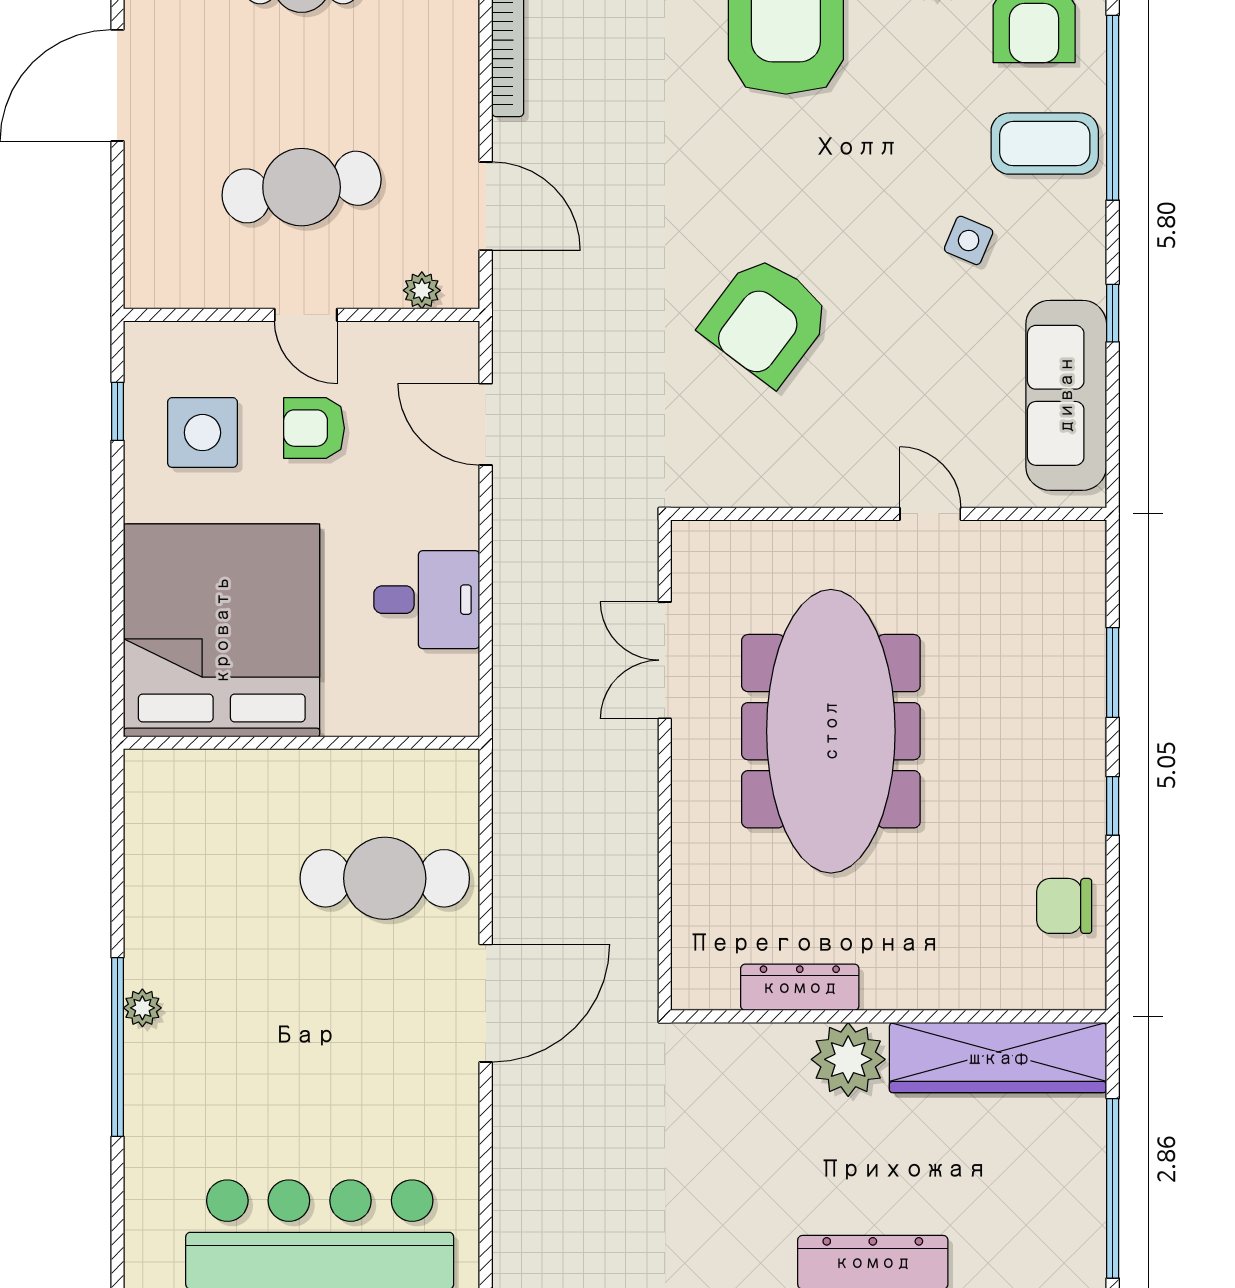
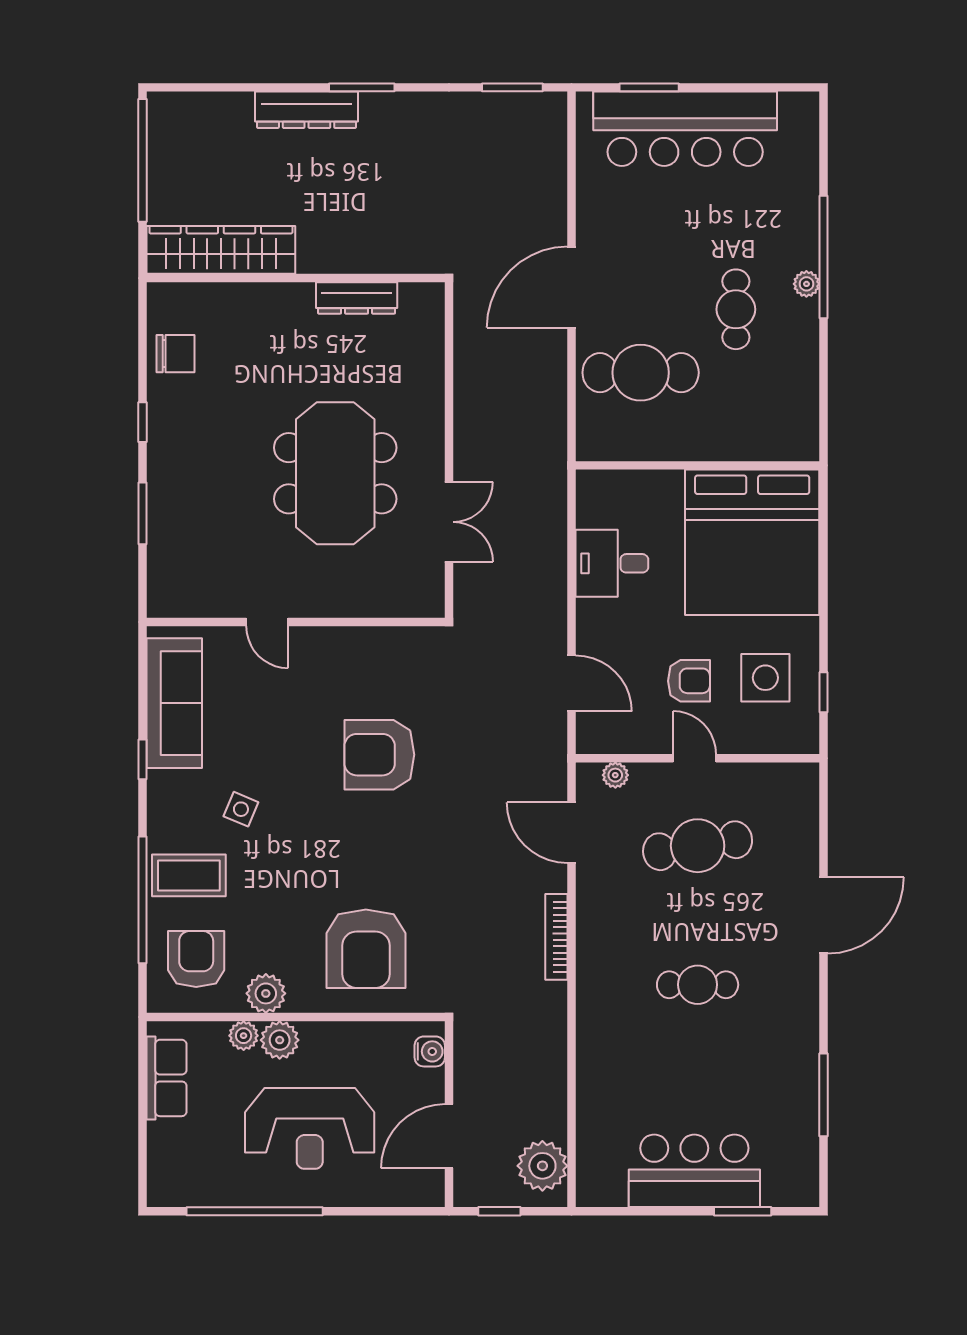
armchair: (766, 320) -> (379, 755), turned -127
meeting table: (831, 731) -> (335, 473), width x0.73
cafe table: (246, 971) -> (736, 309), added
plant: (848, 1059) -> (323, 249), removed

